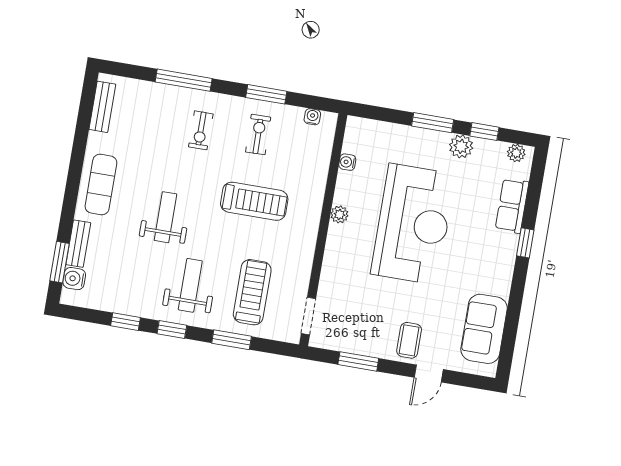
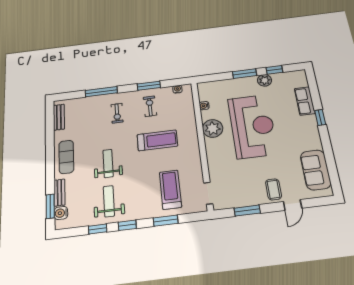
plant: (516, 153) -> (296, 75), removed
plant: (339, 214) -> (213, 128), width x1.88, depth x1.88
weight bench: (190, 285) -> (109, 201), moved

